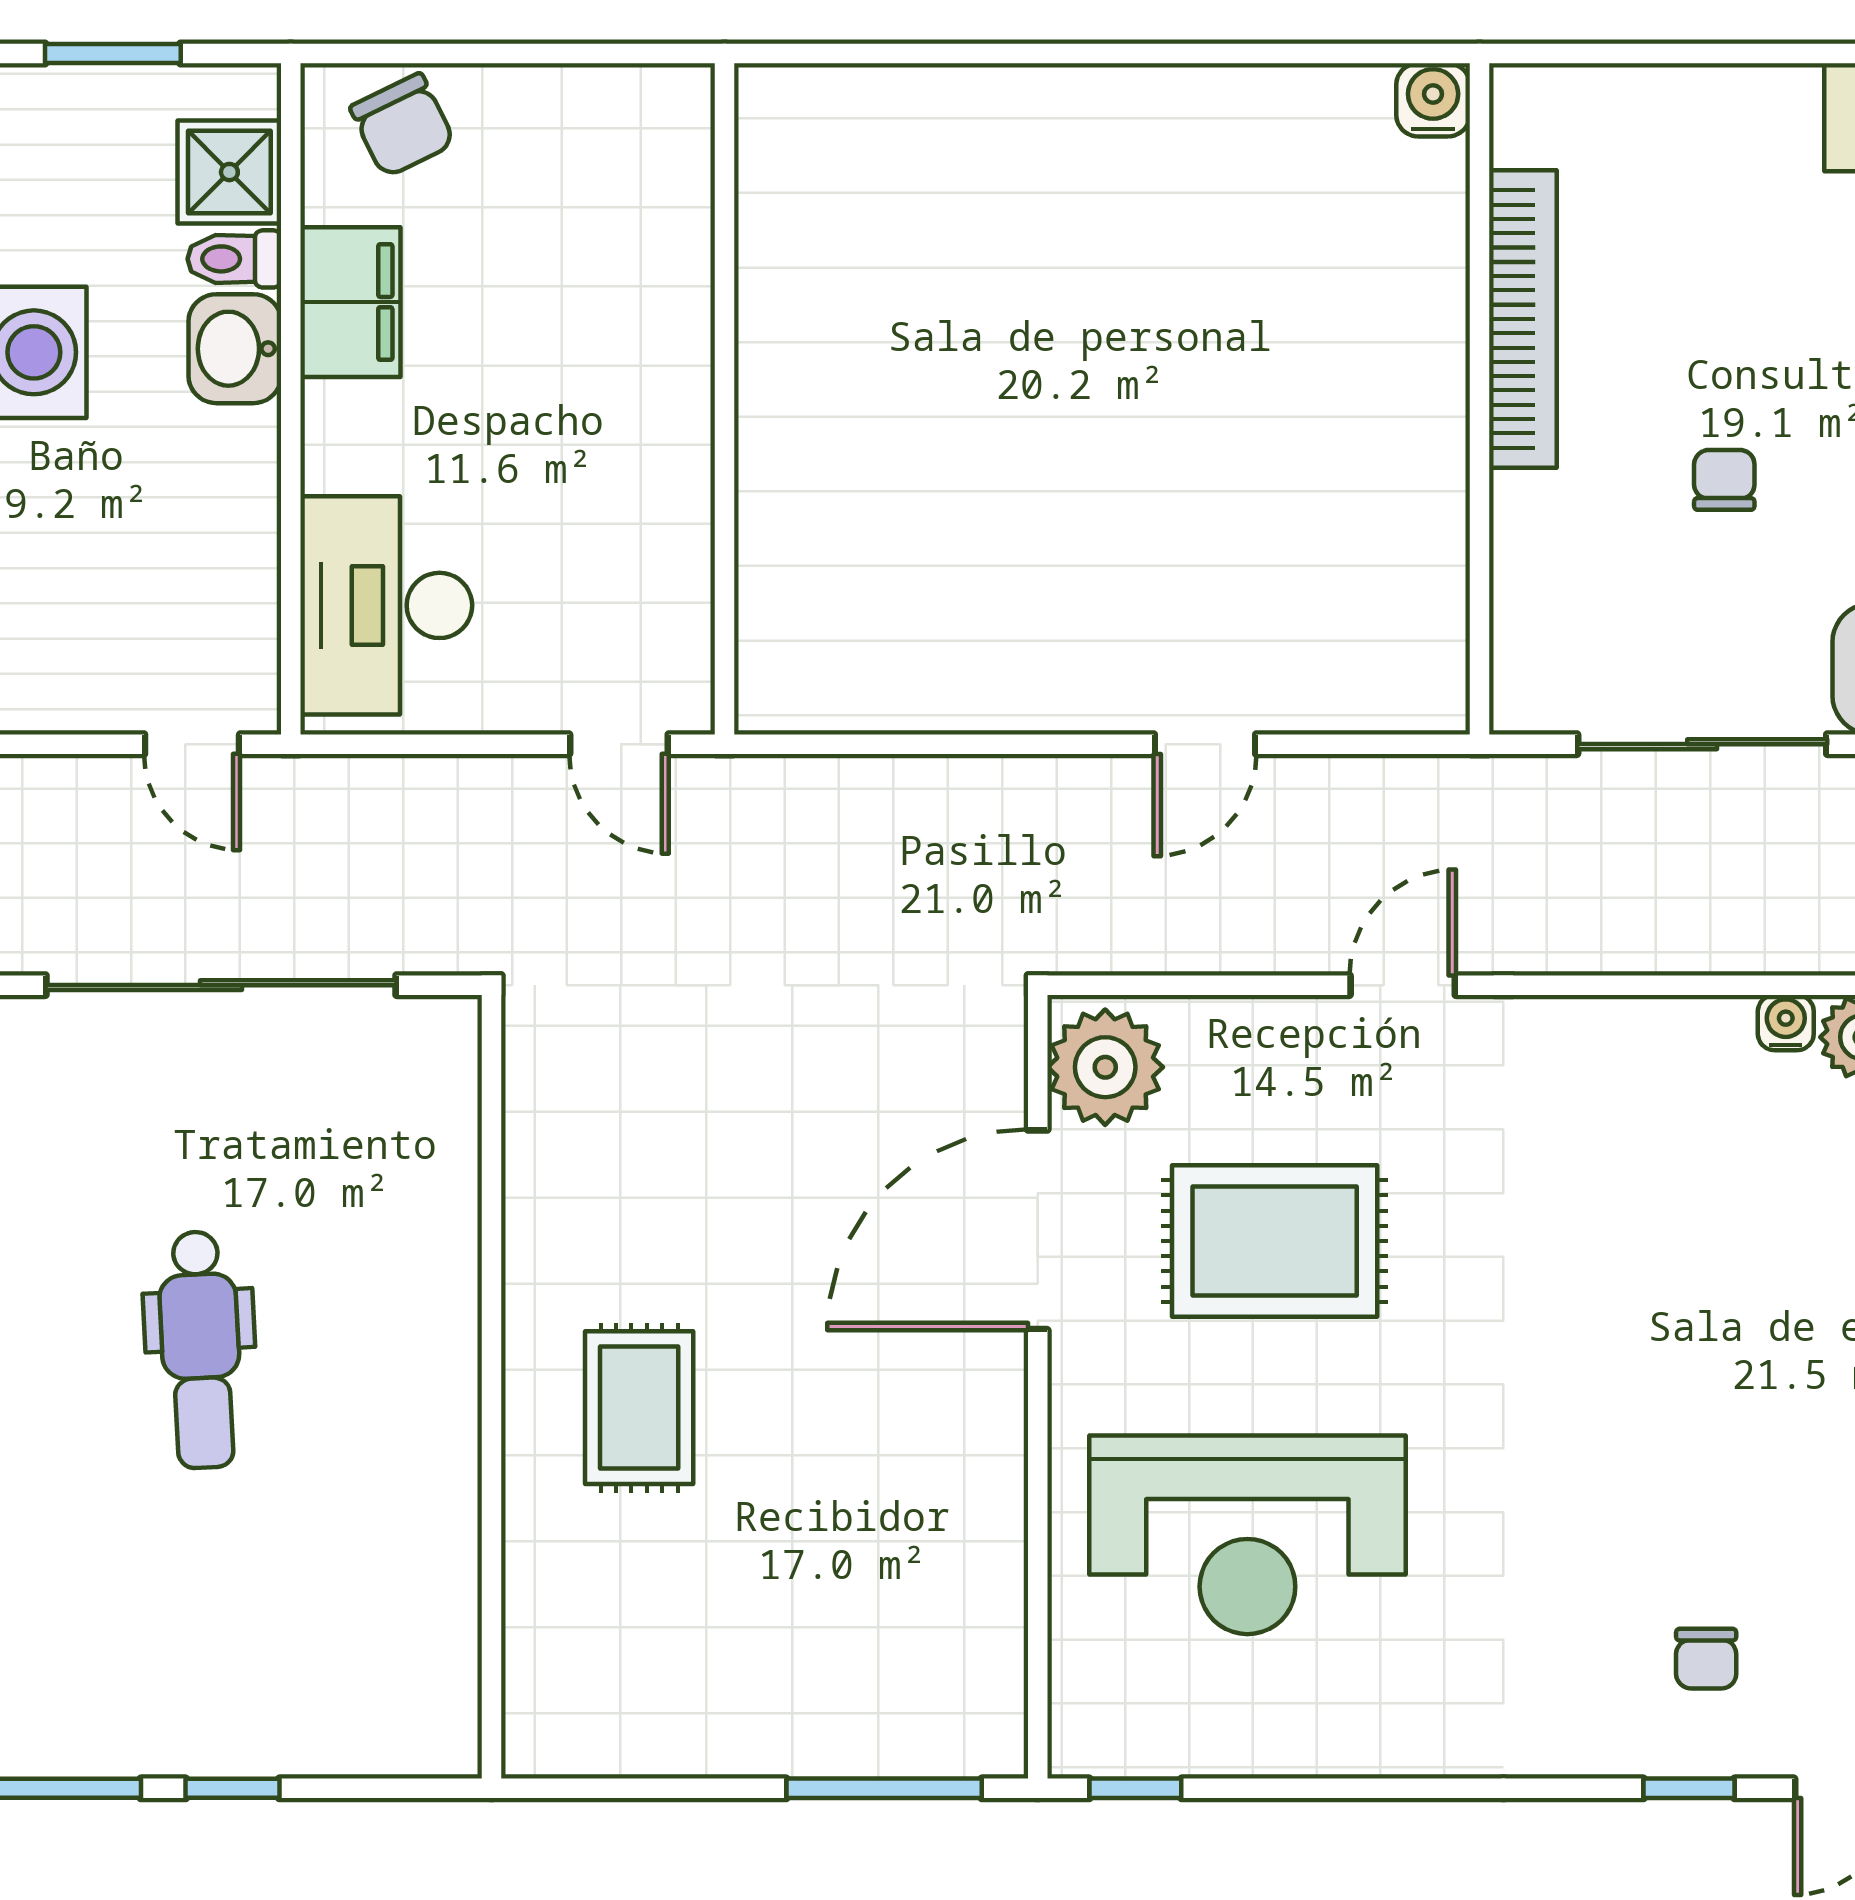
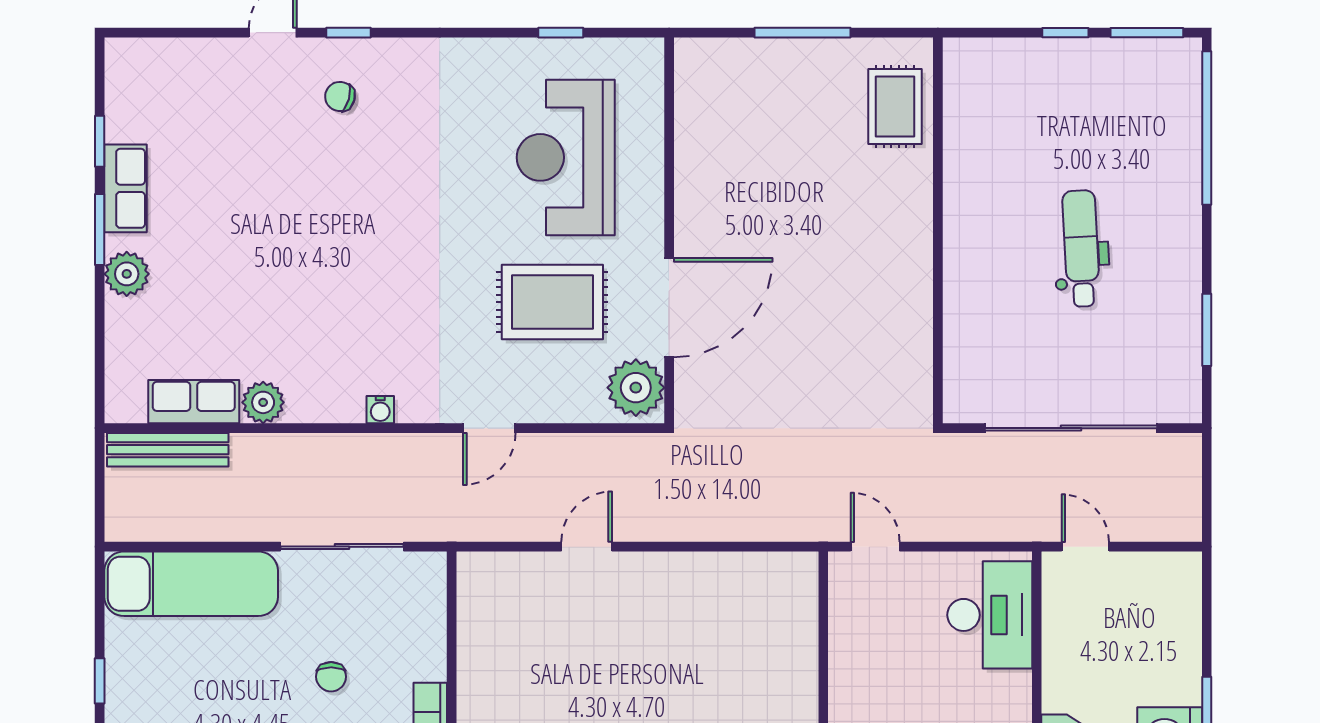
water cooler: (1786, 1023) -> (380, 410), moved
rug: (639, 1408) -> (895, 106), moved
reception desk: (1247, 1535) -> (566, 157), turned -90
chair: (1706, 1659) -> (340, 97), turned -75
window: (884, 1788) -> (803, 33), moved
window: (1135, 1788) -> (561, 33), moved

